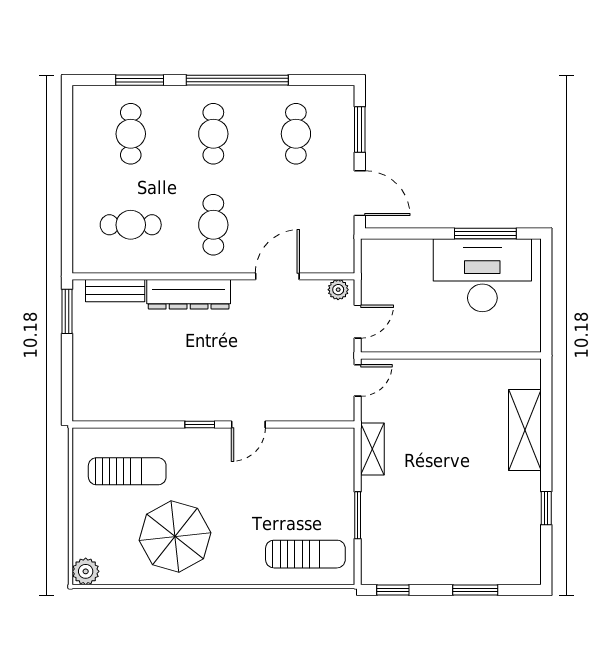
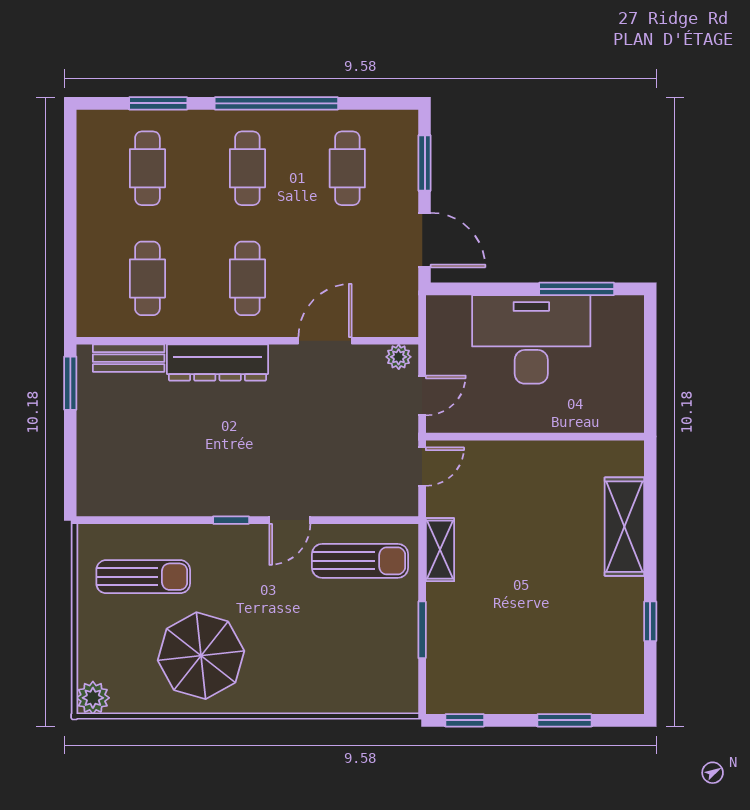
cafe table: (131, 225) -> (147, 278), turned 90
desk: (482, 275) -> (531, 339), moved
sun lounger: (305, 554) -> (360, 561), moved

